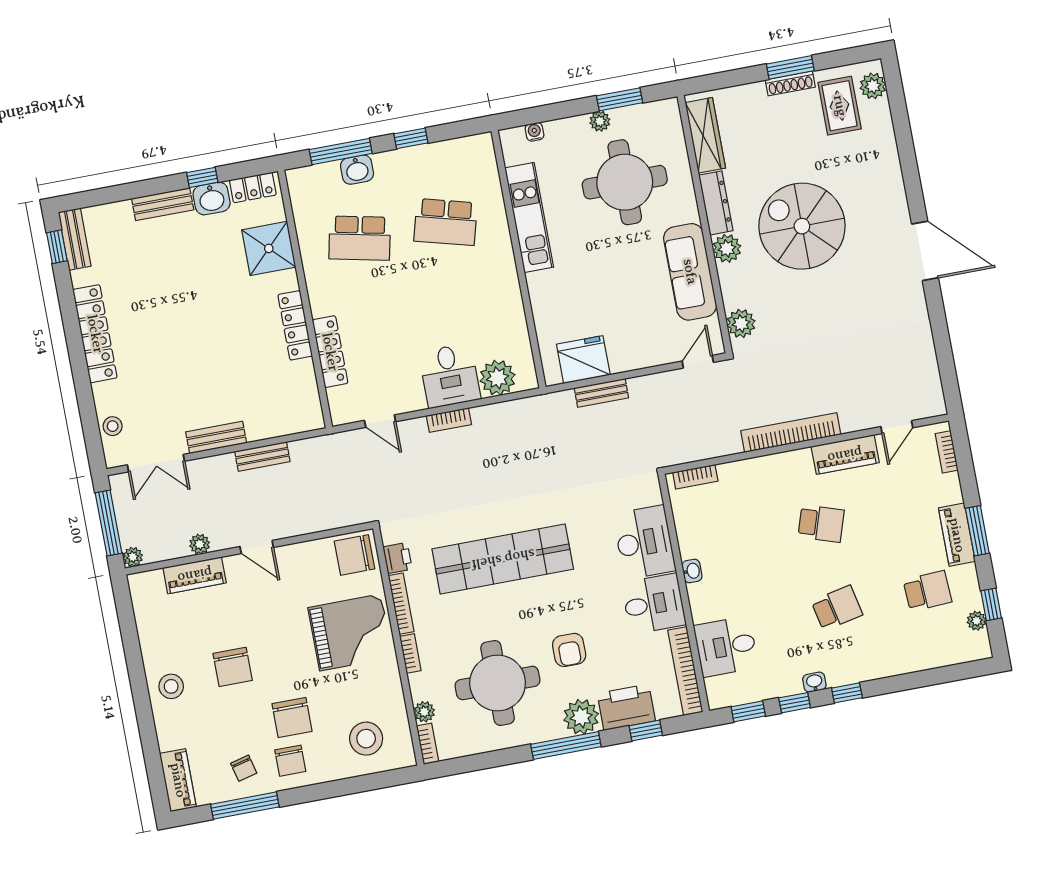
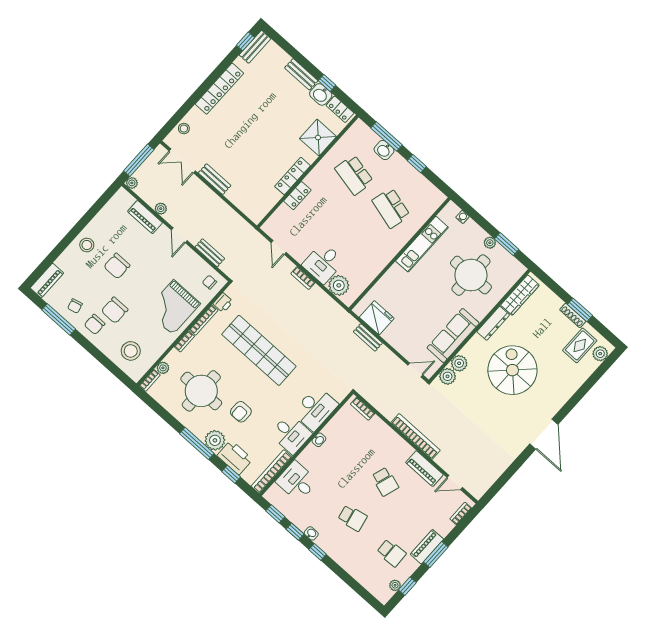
plant: (727, 248) -> (459, 363), moved
locker: (330, 352) -> (297, 196), width x0.66
bench: (262, 456) -> (210, 253), moved
chair: (354, 555) -> (209, 282), width x0.54, depth x0.54
grand piano: (350, 632) -> (173, 307), turned 90

